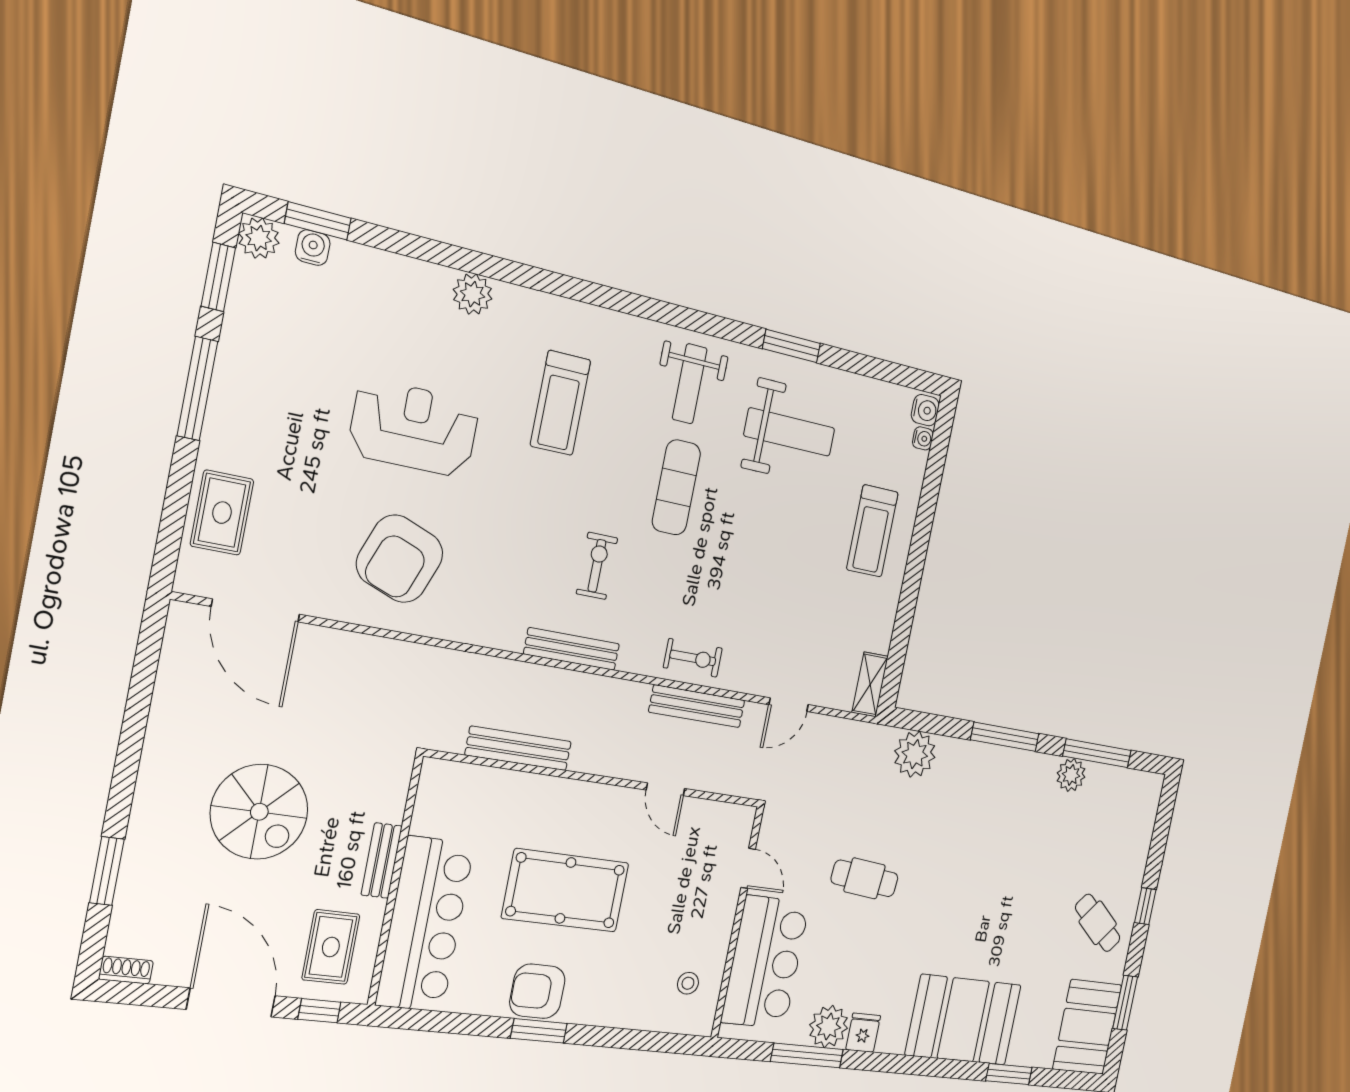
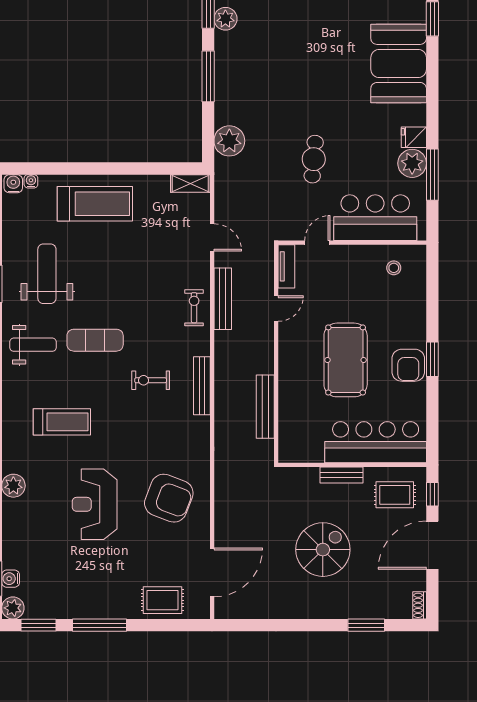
treadmill: (872, 531) -> (95, 204), width x1.37, depth x1.38
tv unit: (724, 815) -> (286, 266), added

